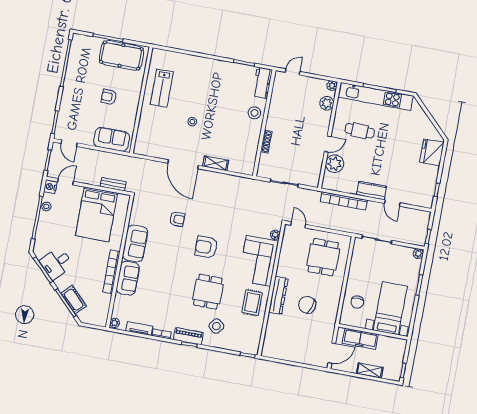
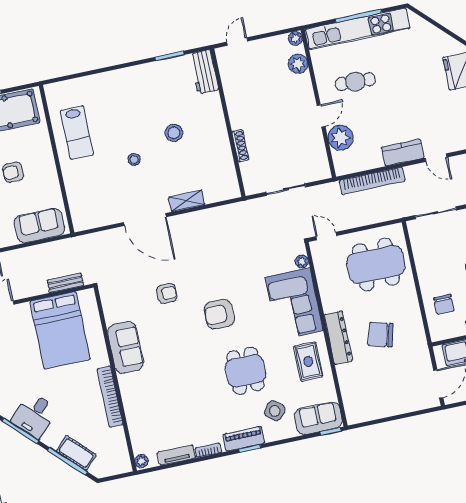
stool: (254, 113) -> (174, 133), moved
dining table: (323, 257) -> (376, 264), width x1.38
sofa: (128, 278) -> (318, 418), moved, turned -90

